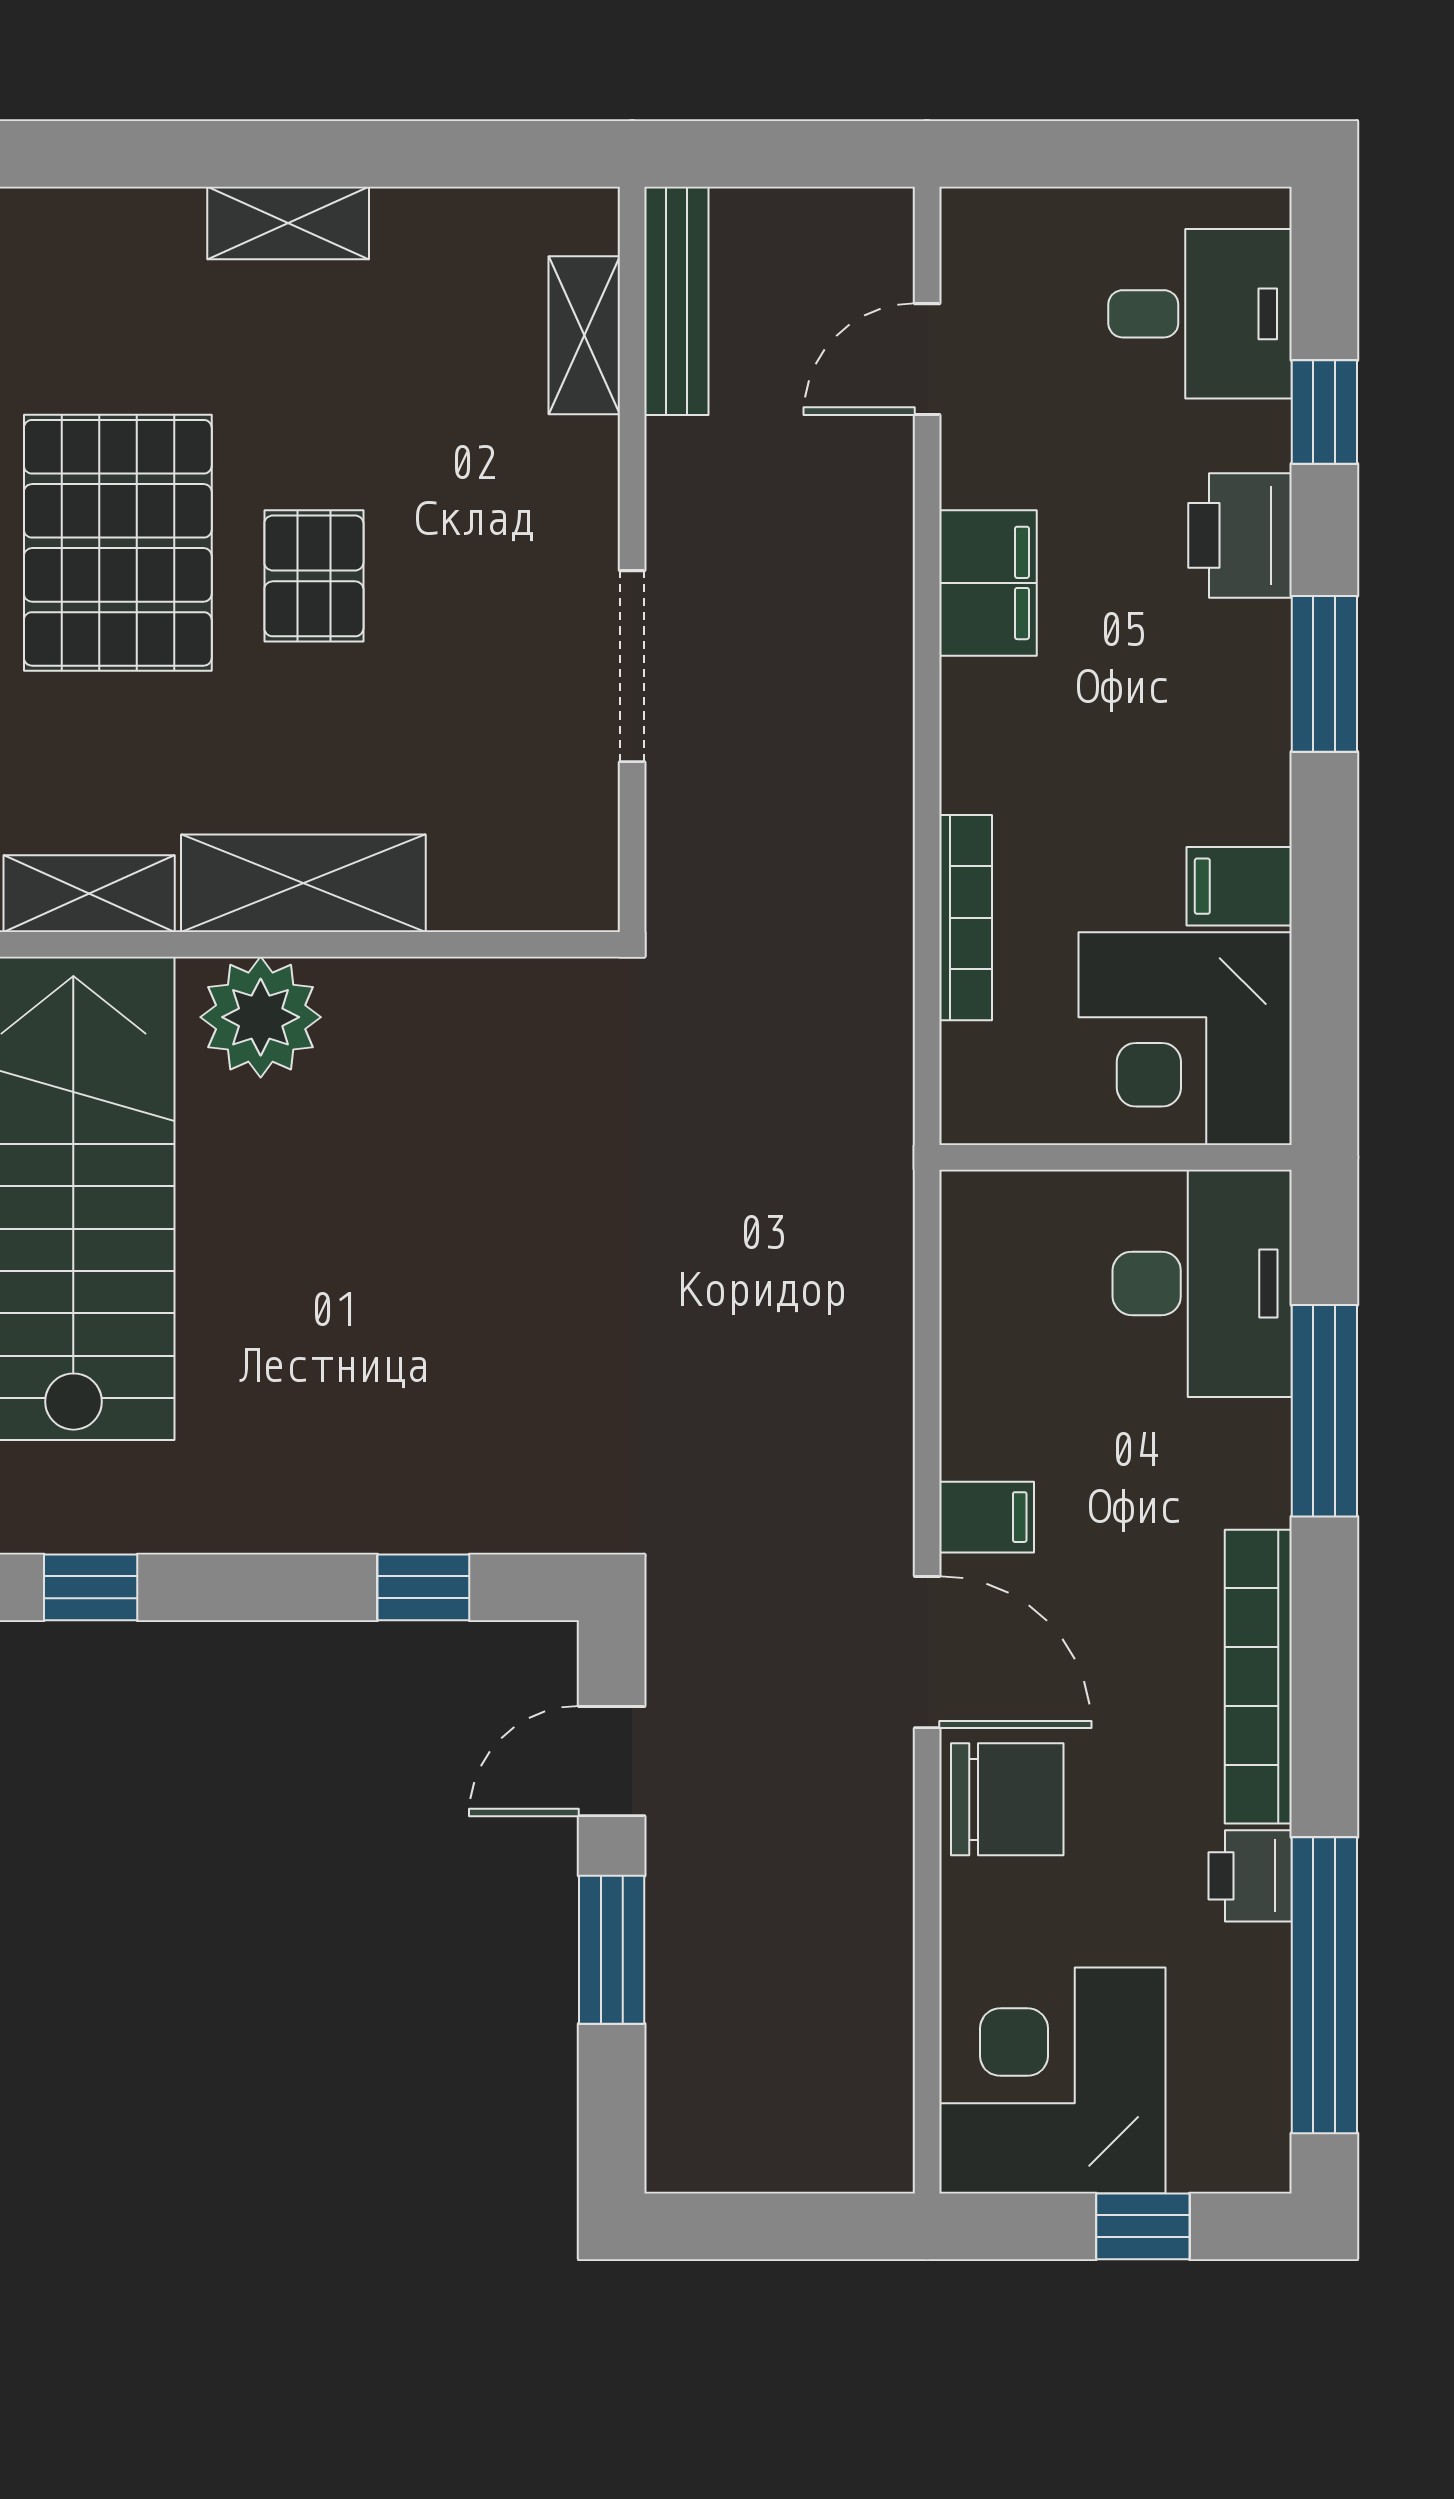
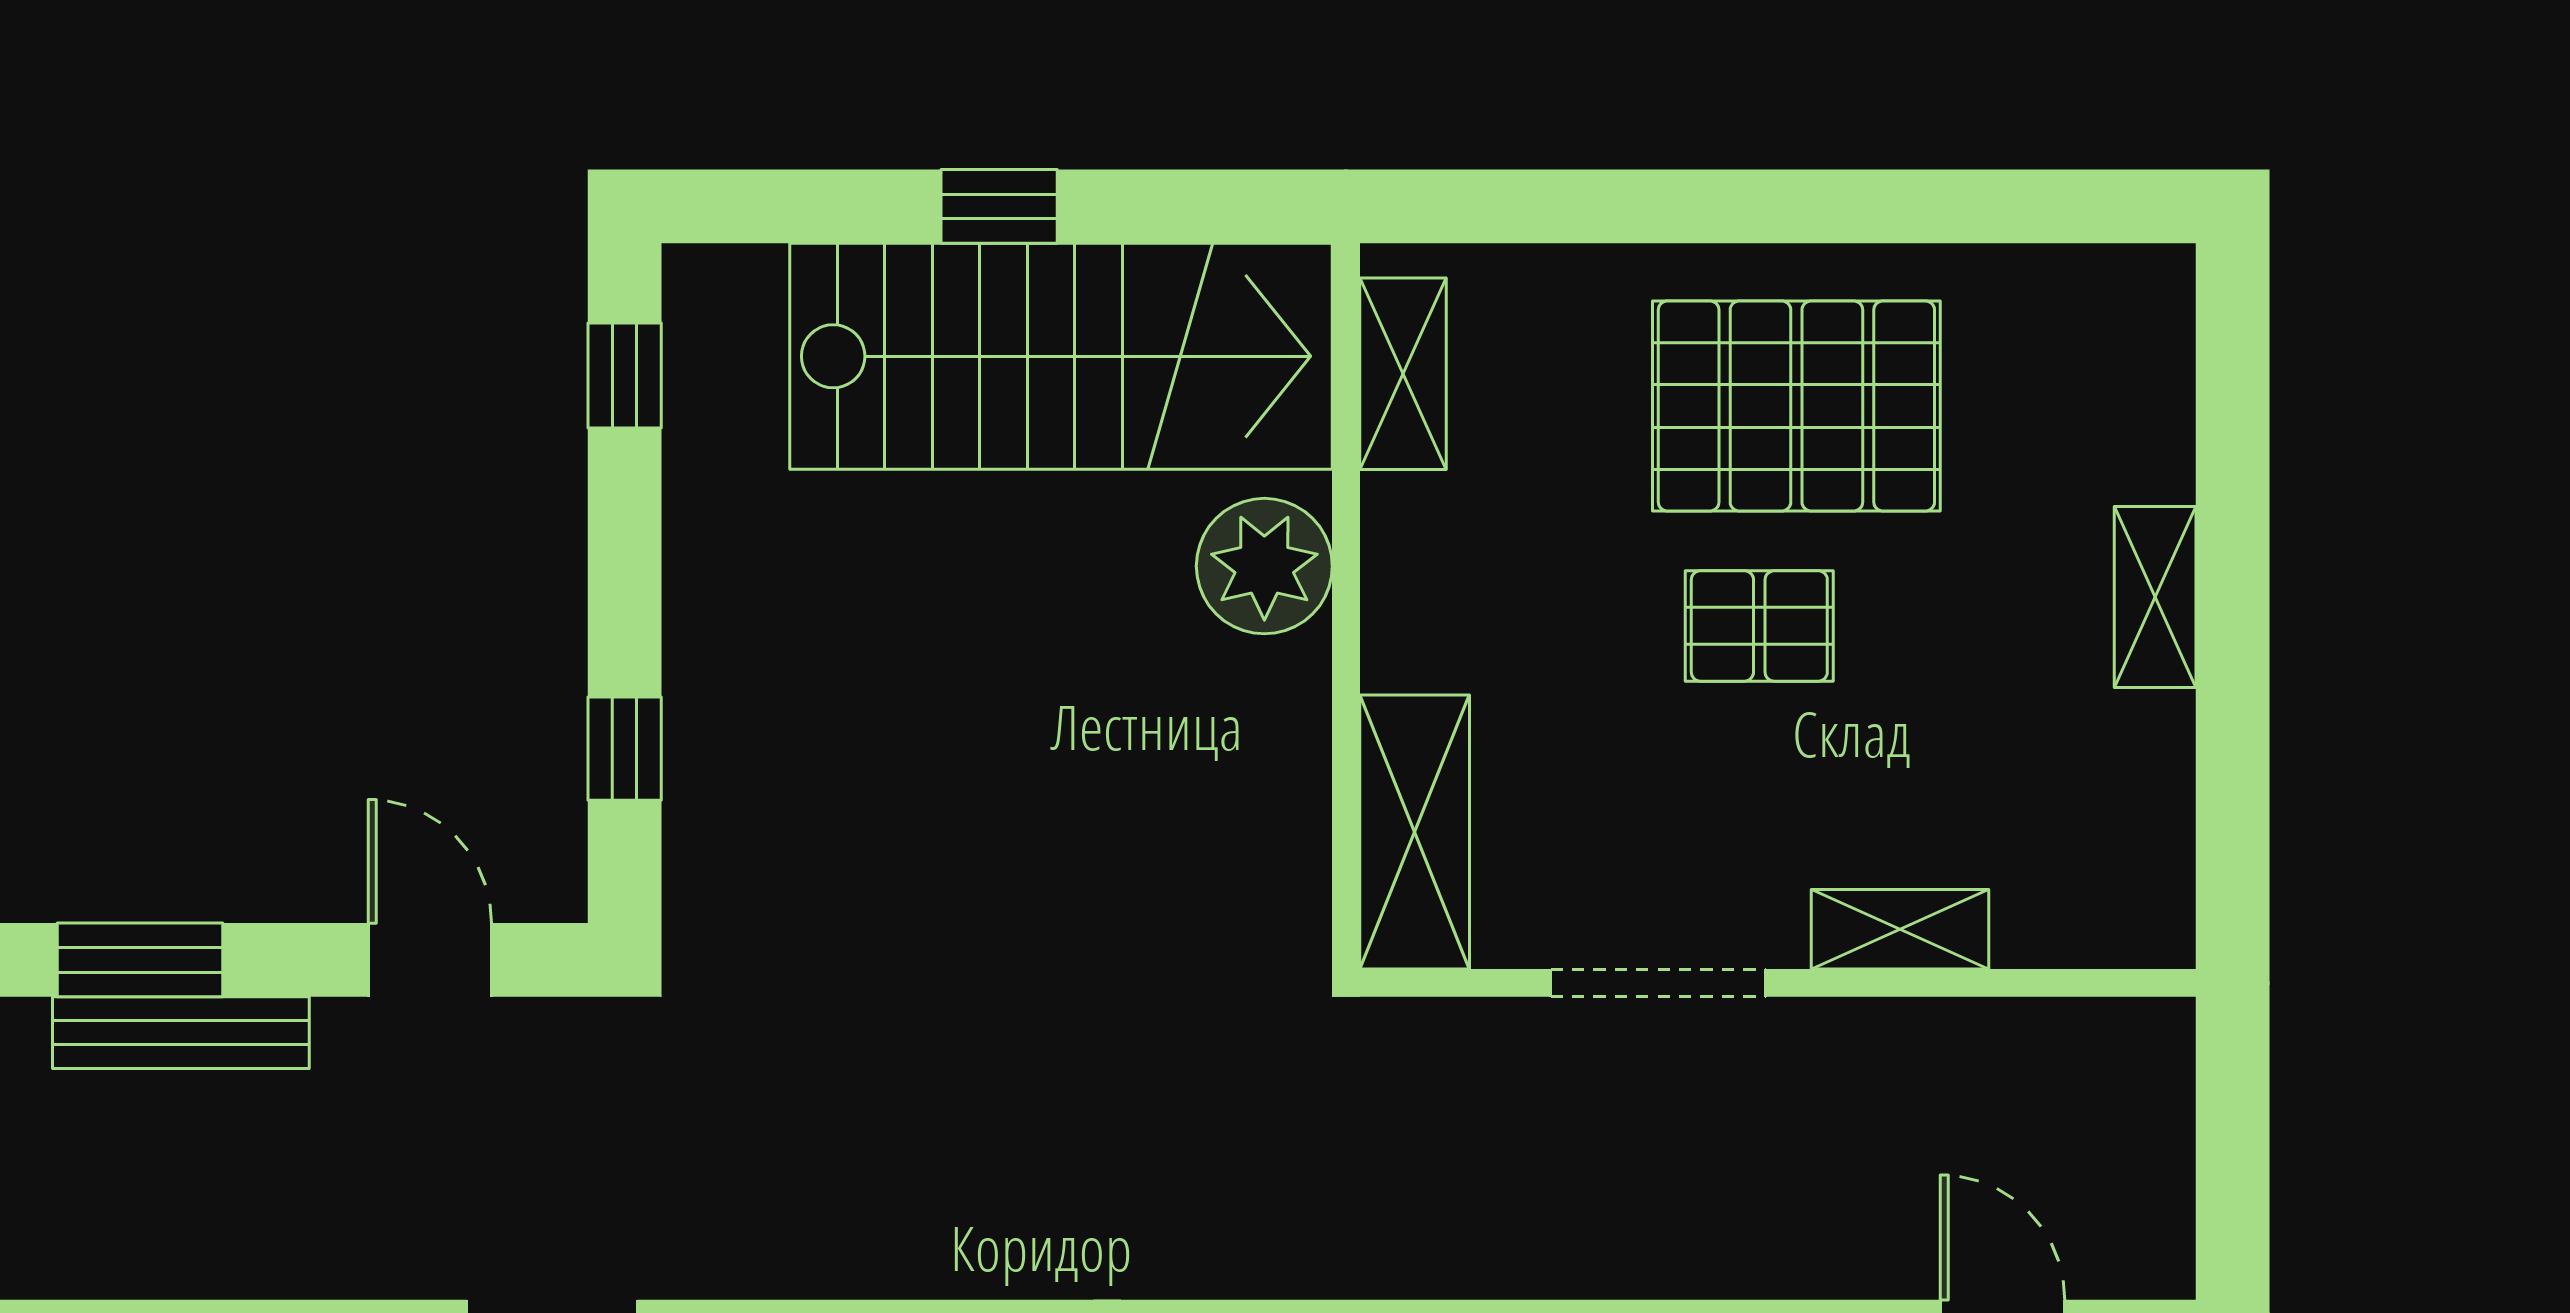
bench: (676, 301) -> (181, 1033), moved
shelving: (584, 335) -> (1900, 929), moved
shelving: (303, 883) -> (1415, 832), moved
window: (612, 1950) -> (140, 960), moved

